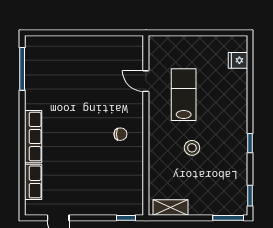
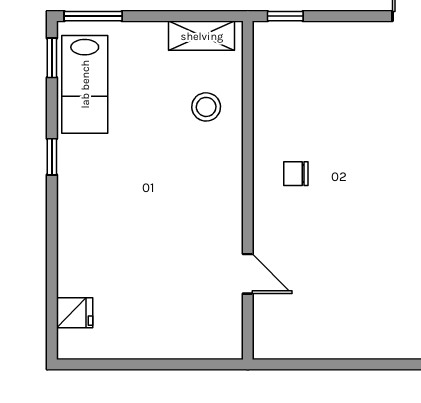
lab bench: (184, 95) -> (85, 84), moved
stool: (192, 148) -> (206, 107), moved

